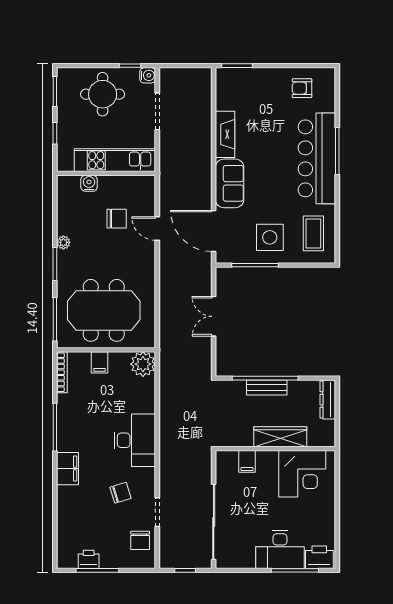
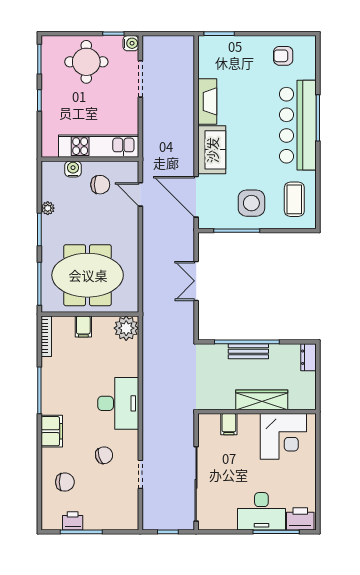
kitchen unit: (115, 160) -> (99, 146), moved
wall: (106, 173) -> (90, 159), moved
water cooler: (89, 183) -> (73, 169), moved
dresser: (328, 400) -> (309, 357), width x0.70
chair: (140, 540) -> (65, 482), moved, turned -90

